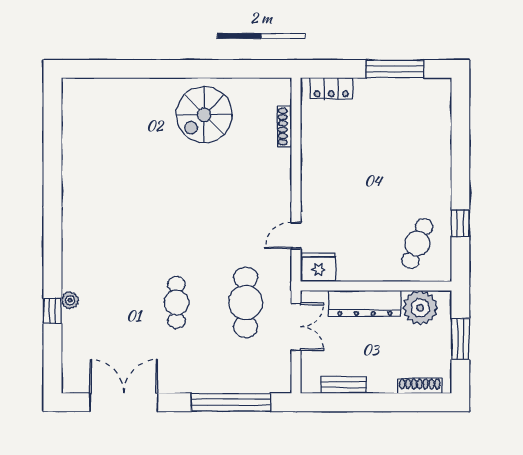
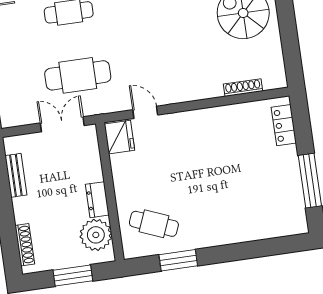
window: (460, 223) -> (178, 260), width x1.50
dresser: (365, 303) -> (97, 200), width x0.51, depth x0.80
double door: (296, 327) -> (62, 124), swing flipped

